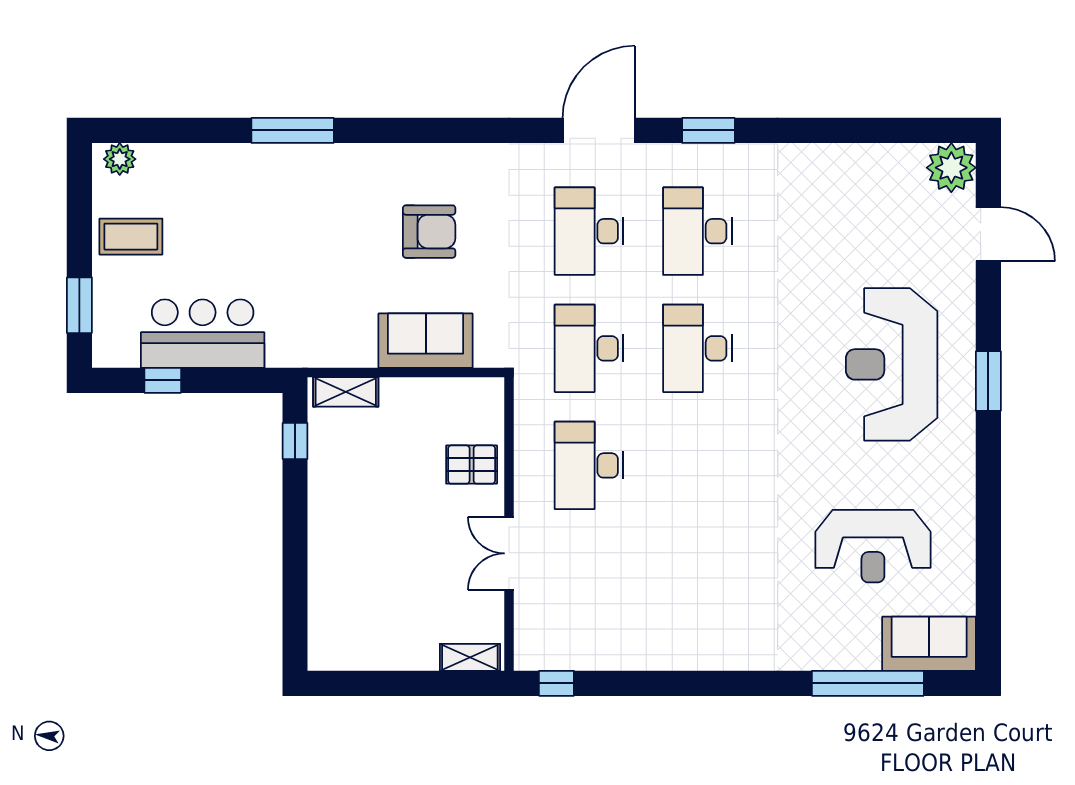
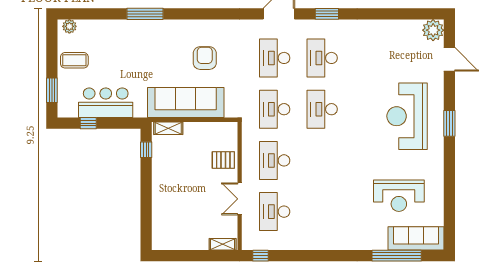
armchair: (429, 232) -> (205, 58), turned -90
sofa: (426, 341) -> (186, 103), width x1.85, depth x1.27
desk: (589, 583) -> (275, 212), added
sofa: (929, 644) -> (416, 238), width x1.36

